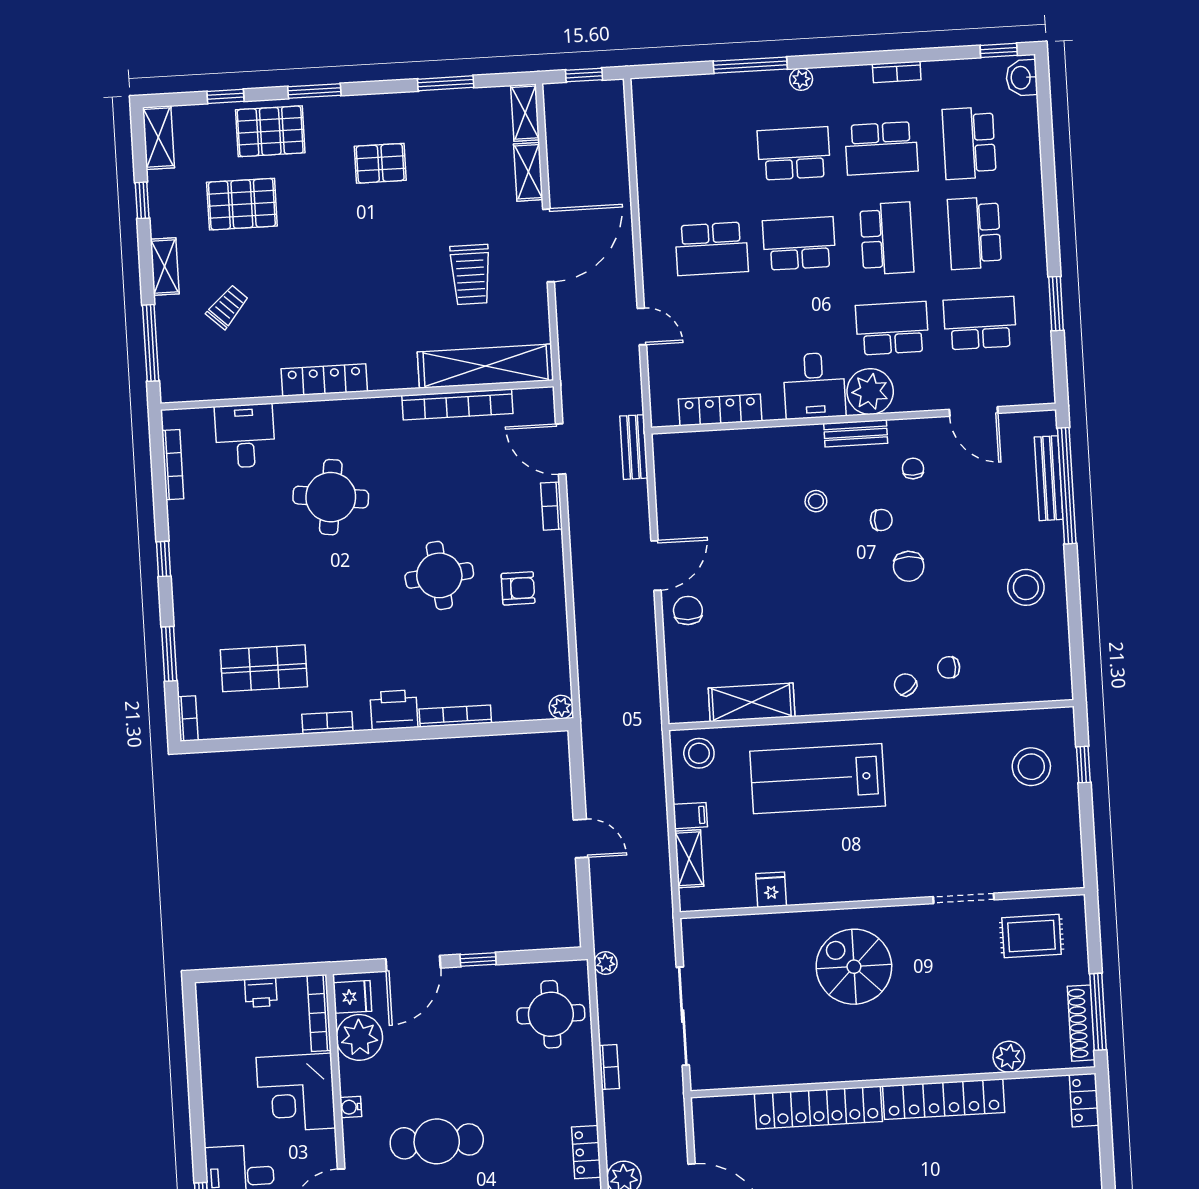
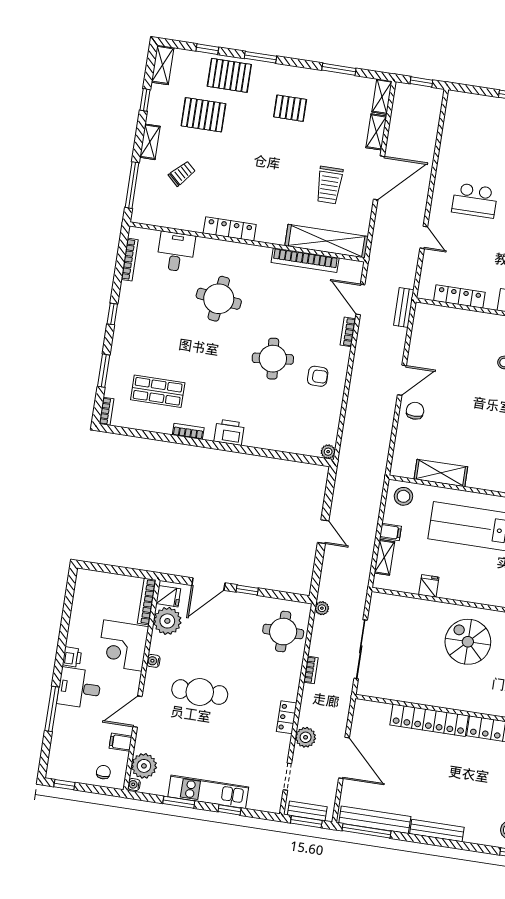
bookcase: (455, 716) -> (265, 444), removed
printer: (261, 992) -> (72, 657), moved, turned -90

